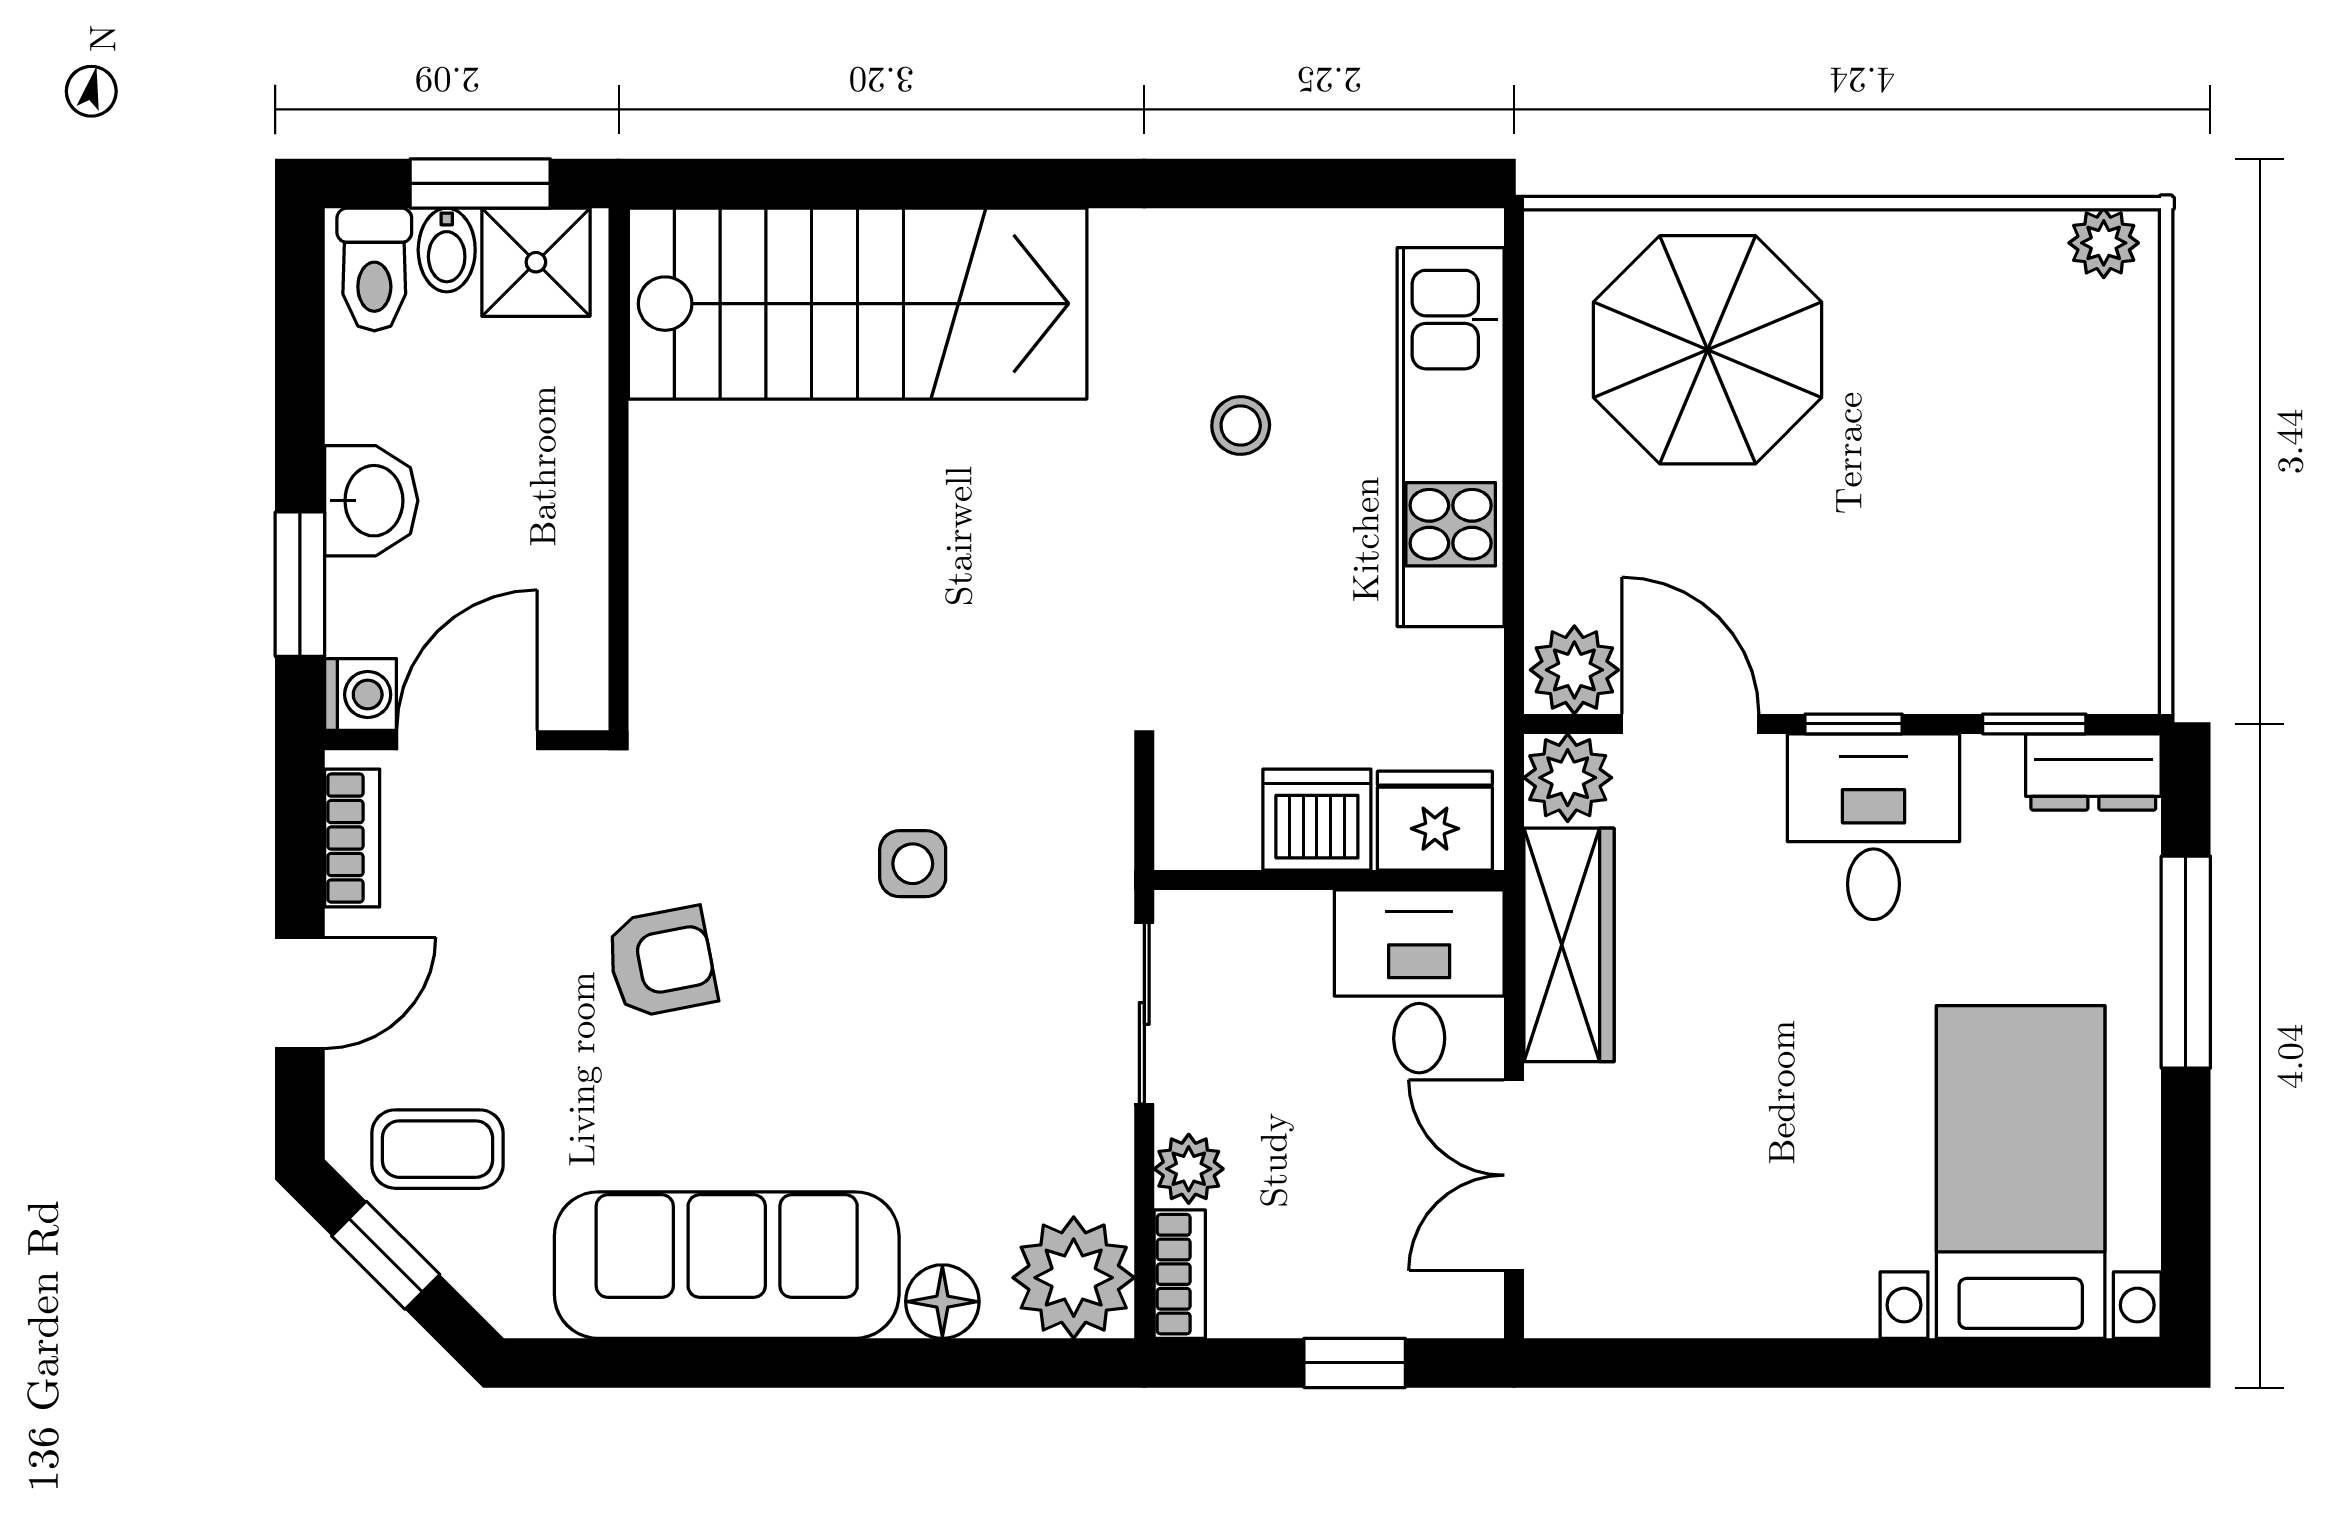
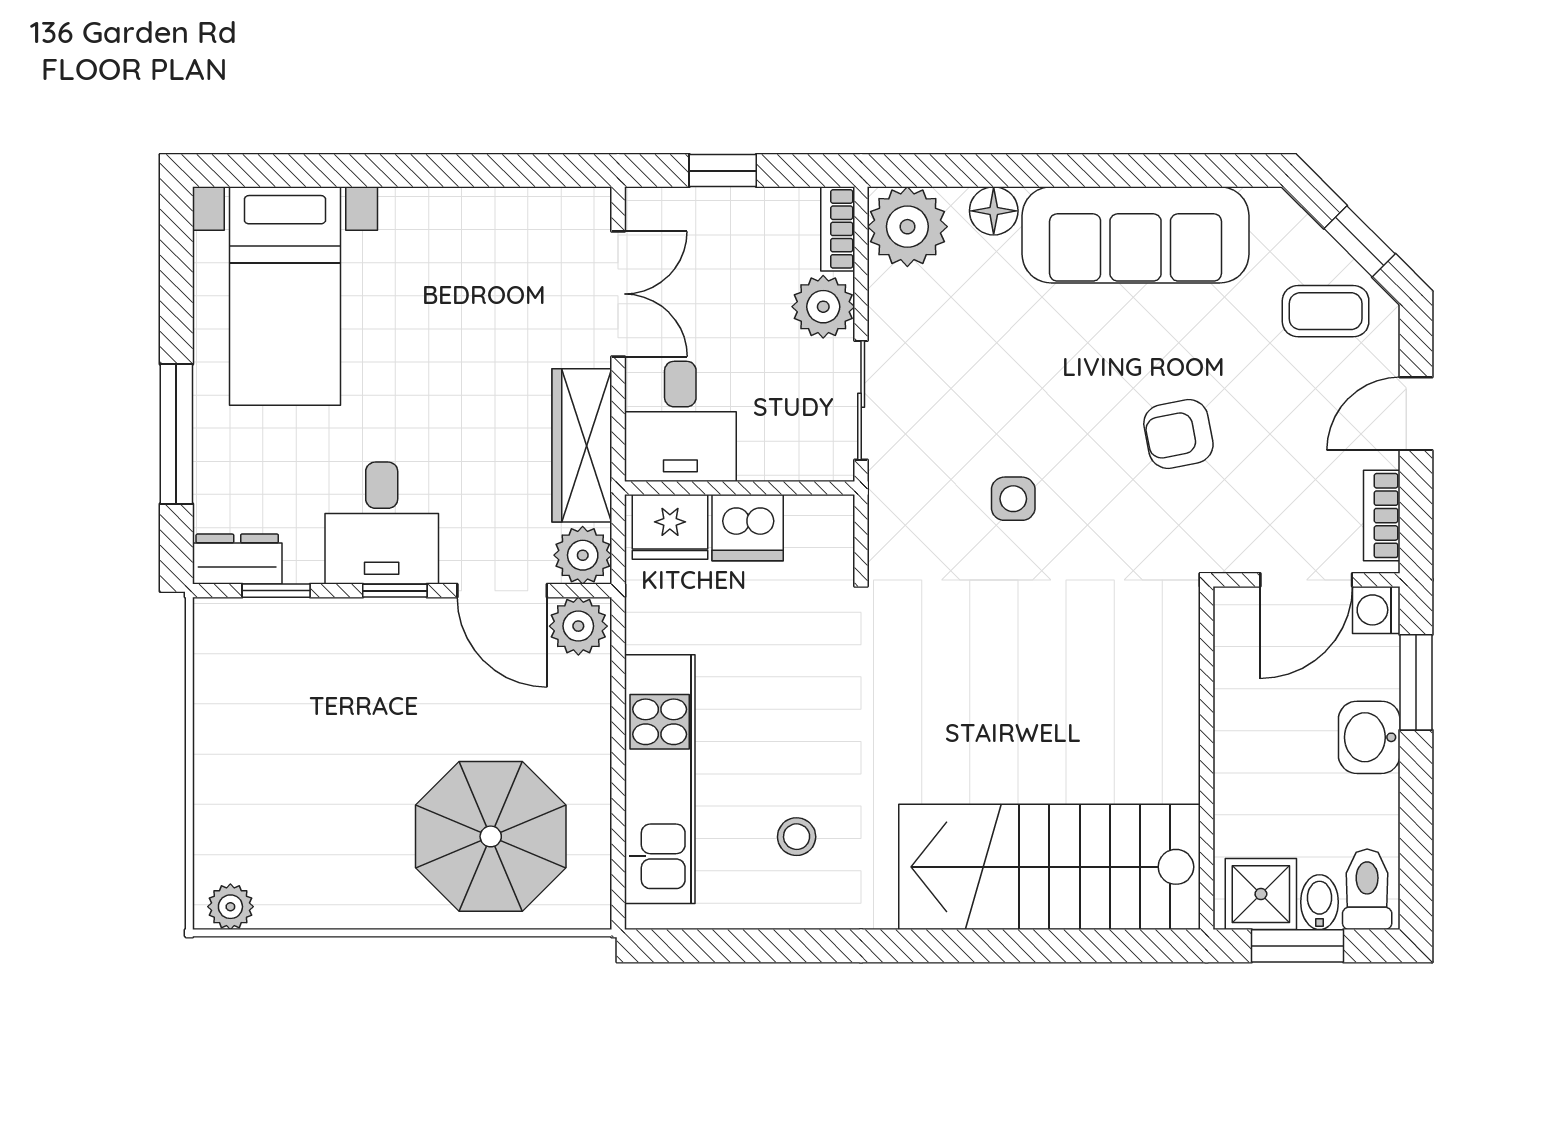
stool: (1241, 425) -> (797, 837), moved
plant: (1189, 1169) -> (823, 307), width x1.38, depth x1.38

